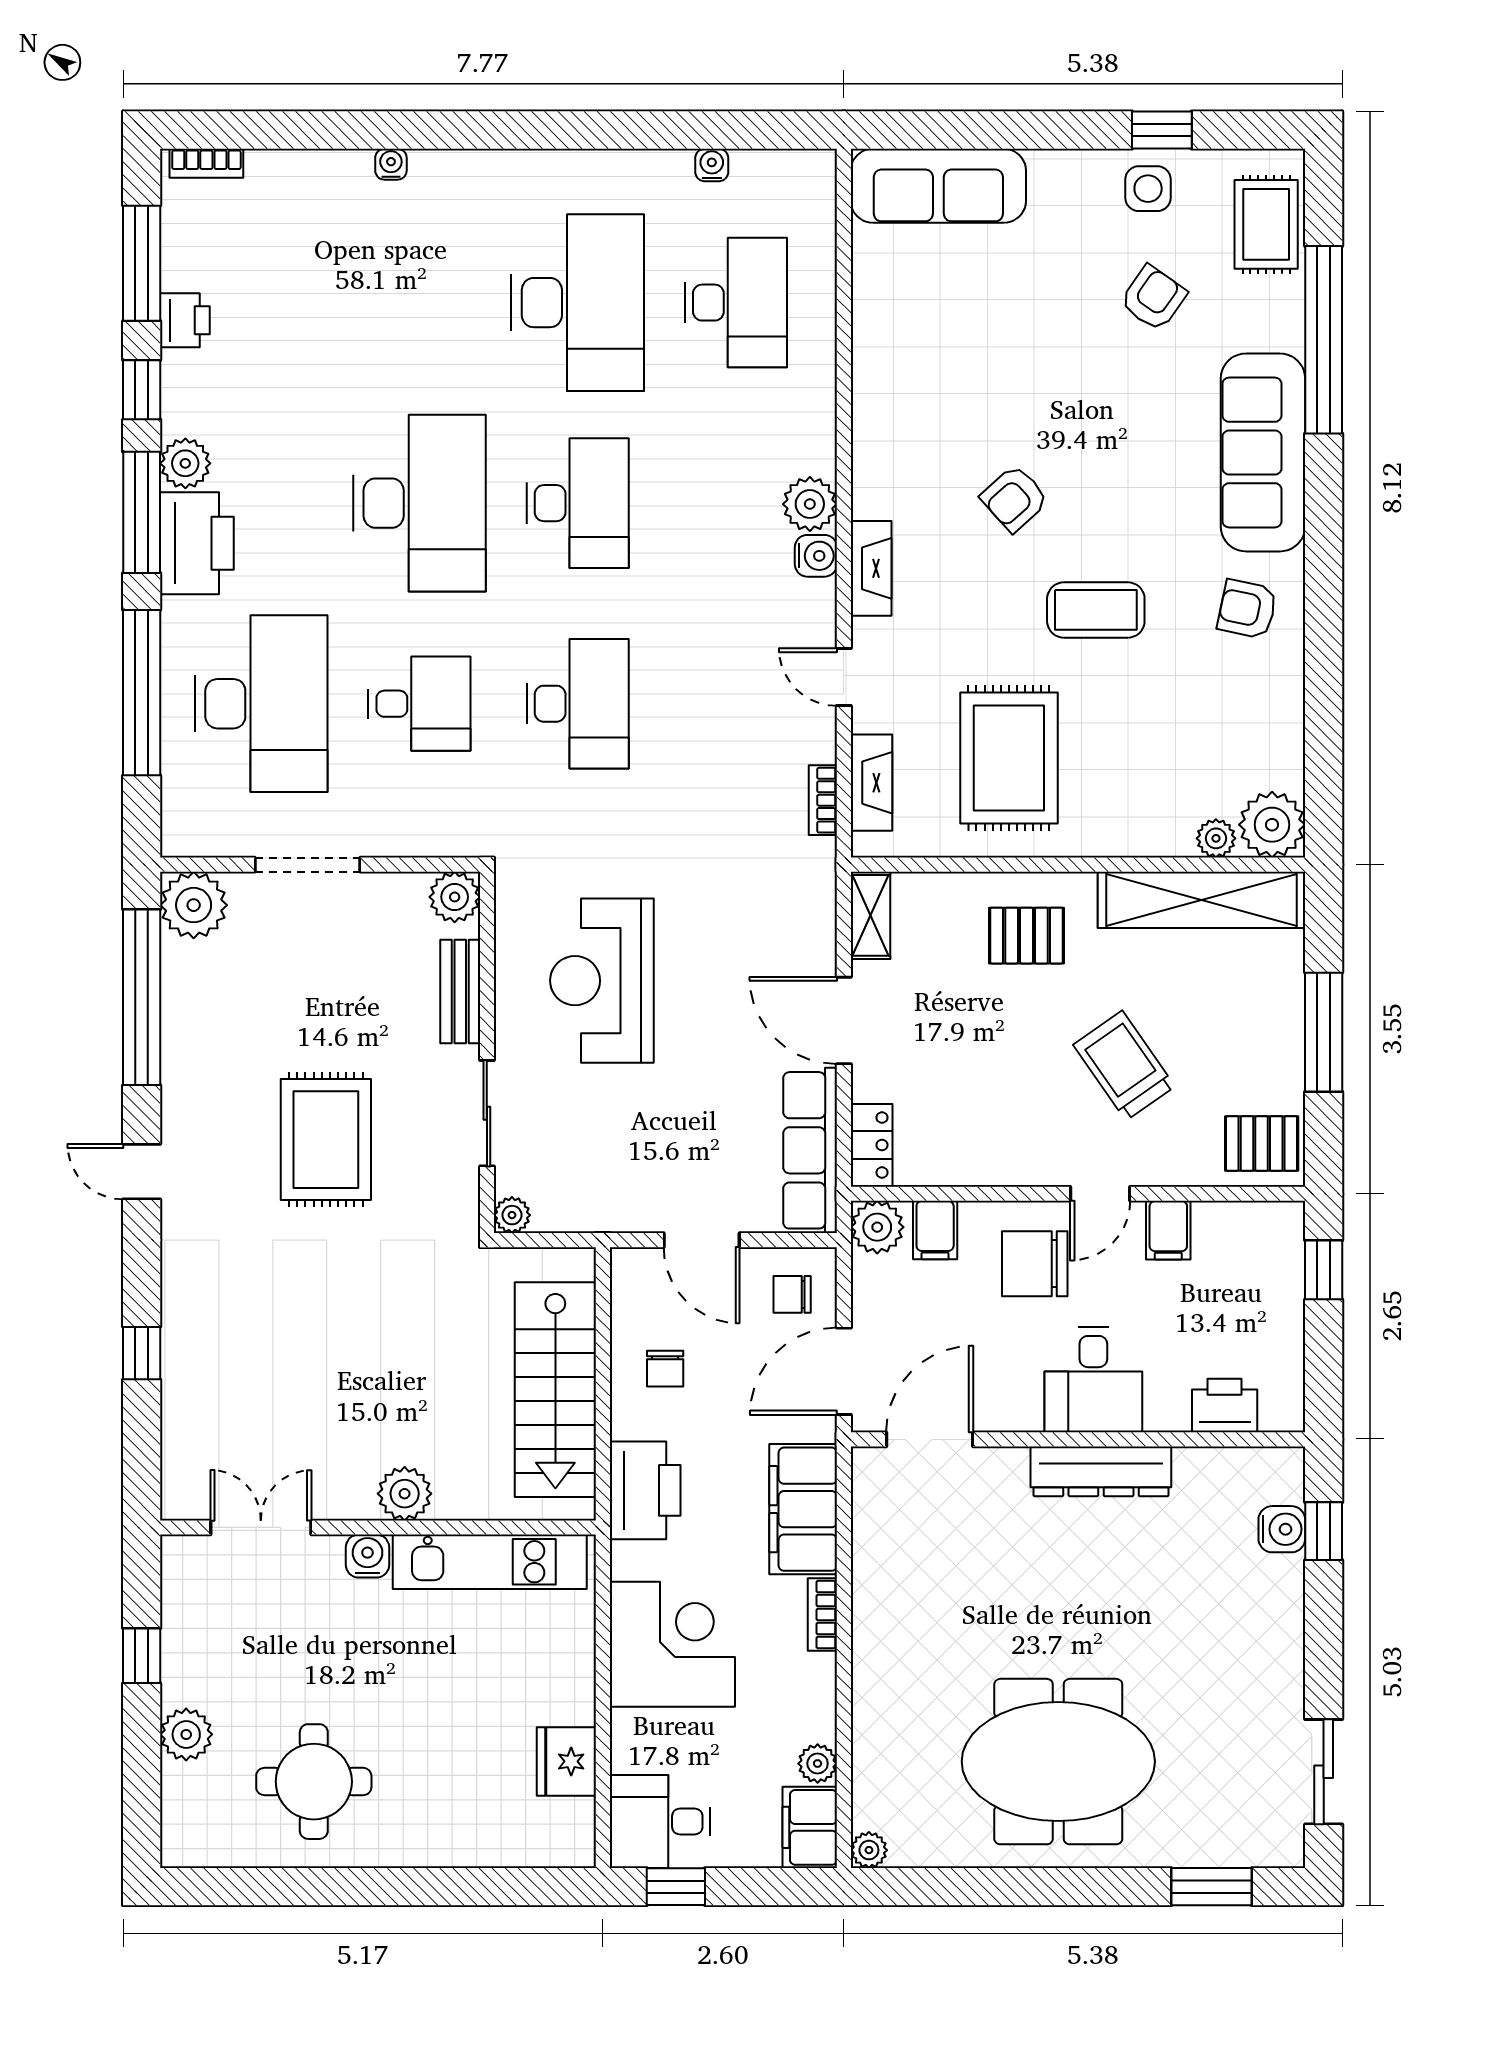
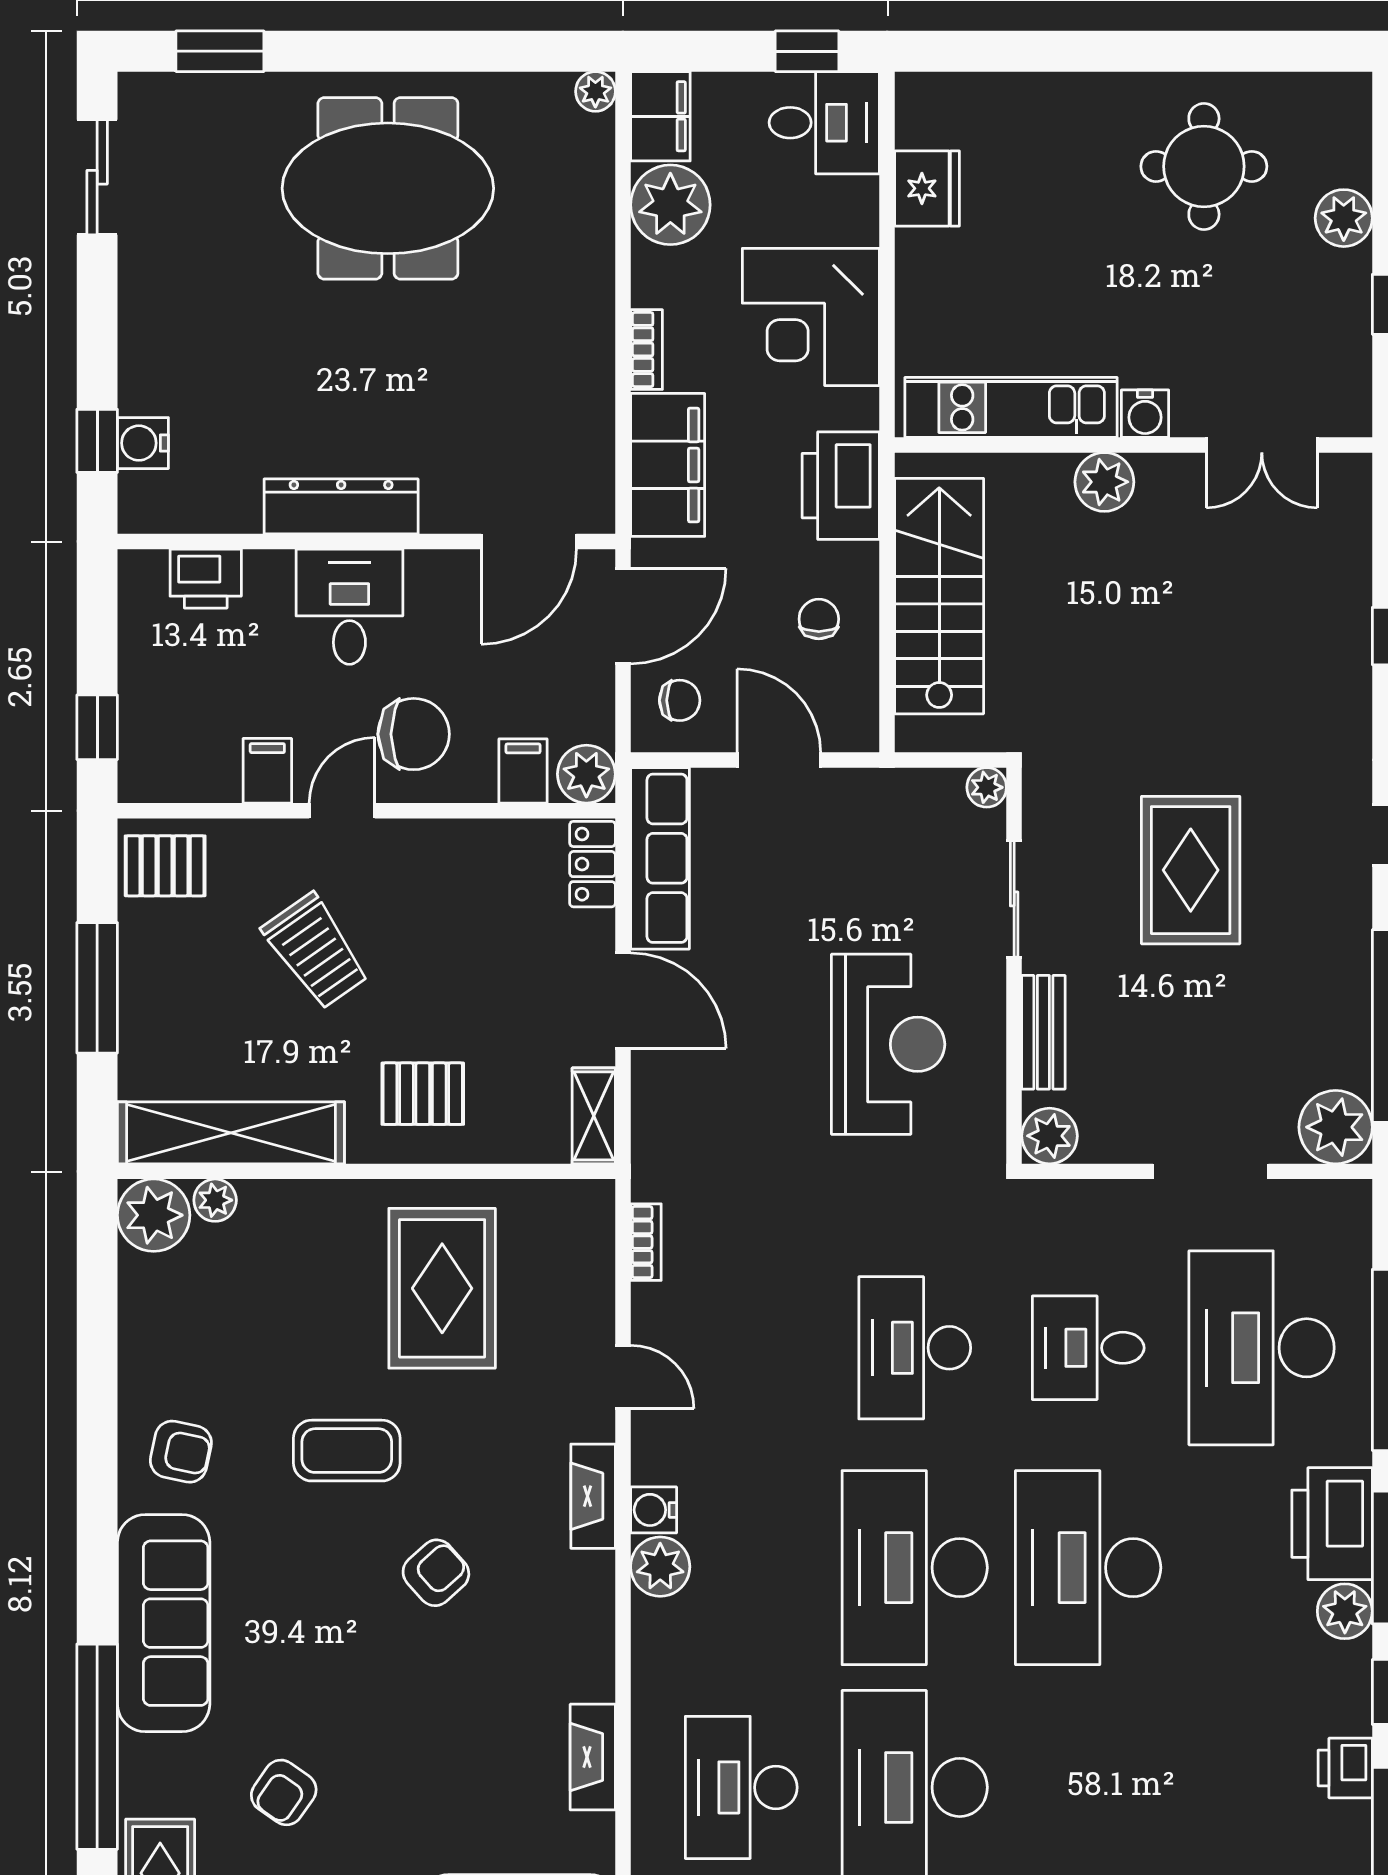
desk: (578, 503) -> (915, 1568), width x1.36, depth x1.30
fireplace: (871, 783) -> (593, 1757), moved
plant: (818, 1764) -> (670, 205), width x1.88, depth x1.88

